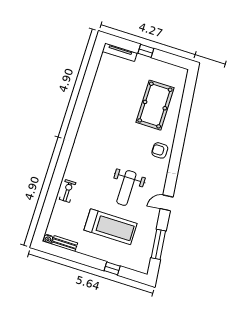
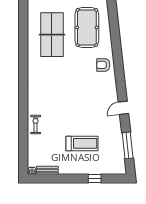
table tennis table: (115, 101) -> (52, 35), added
weight bench: (126, 188) -> (85, 106), removed
treadmill: (110, 227) -> (82, 143), width x0.73, depth x0.73

